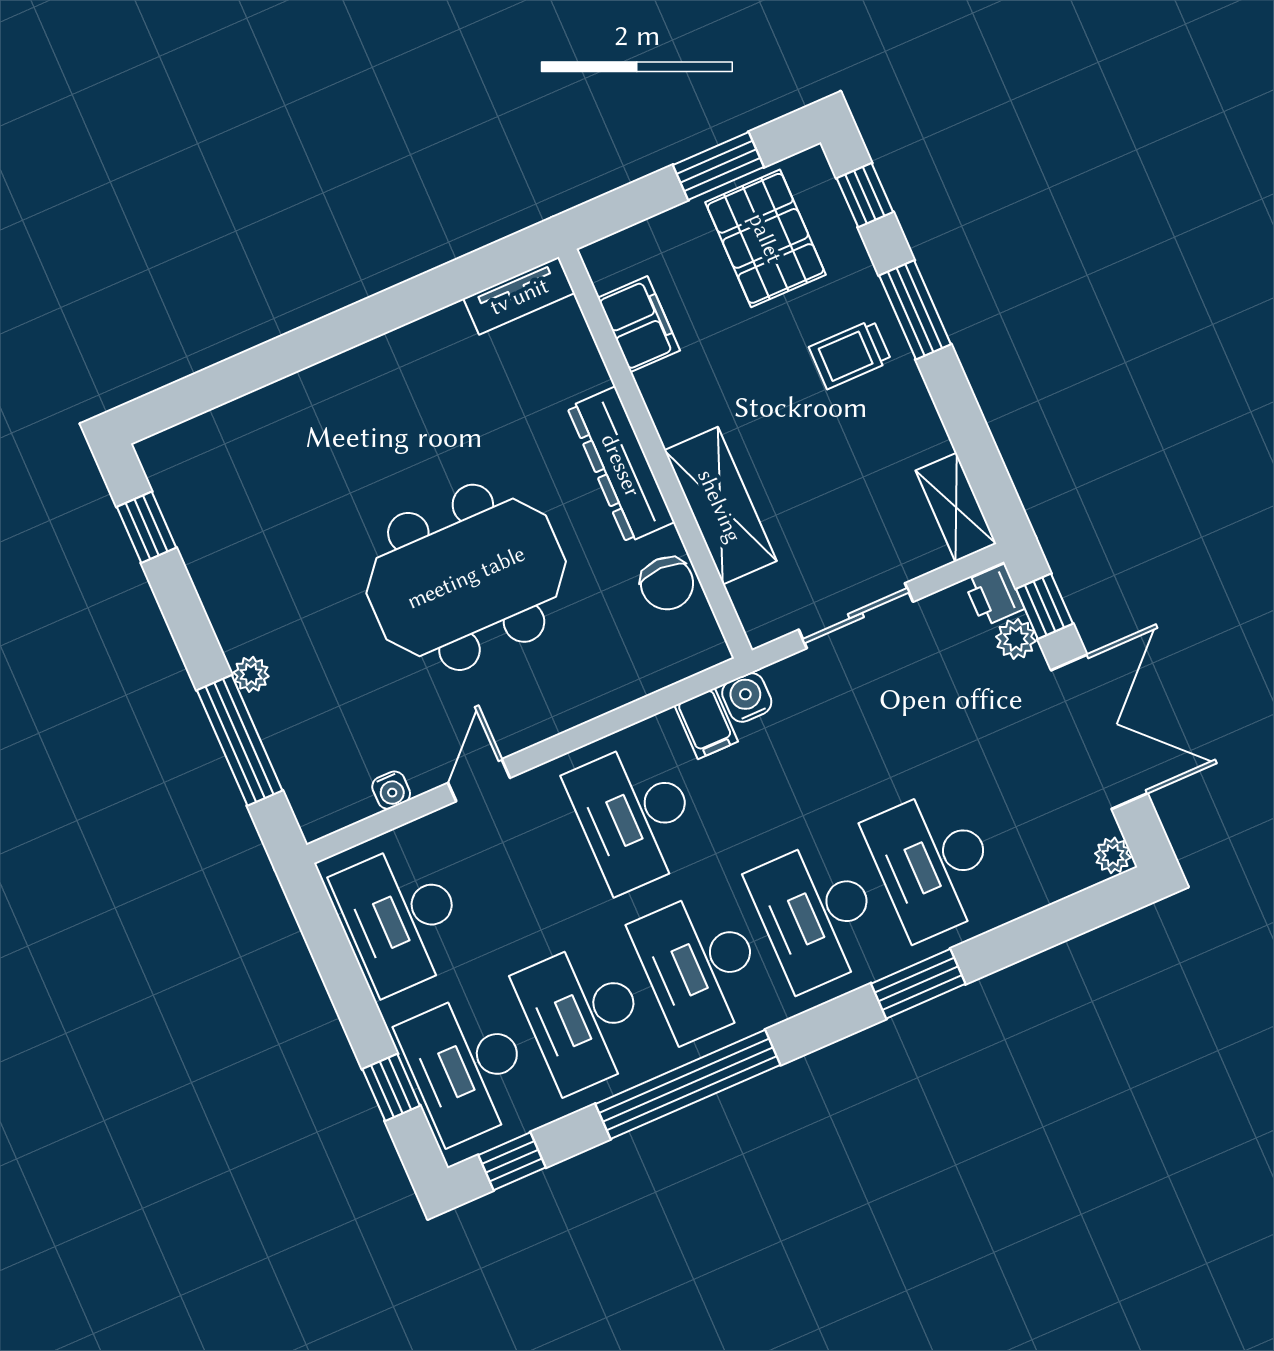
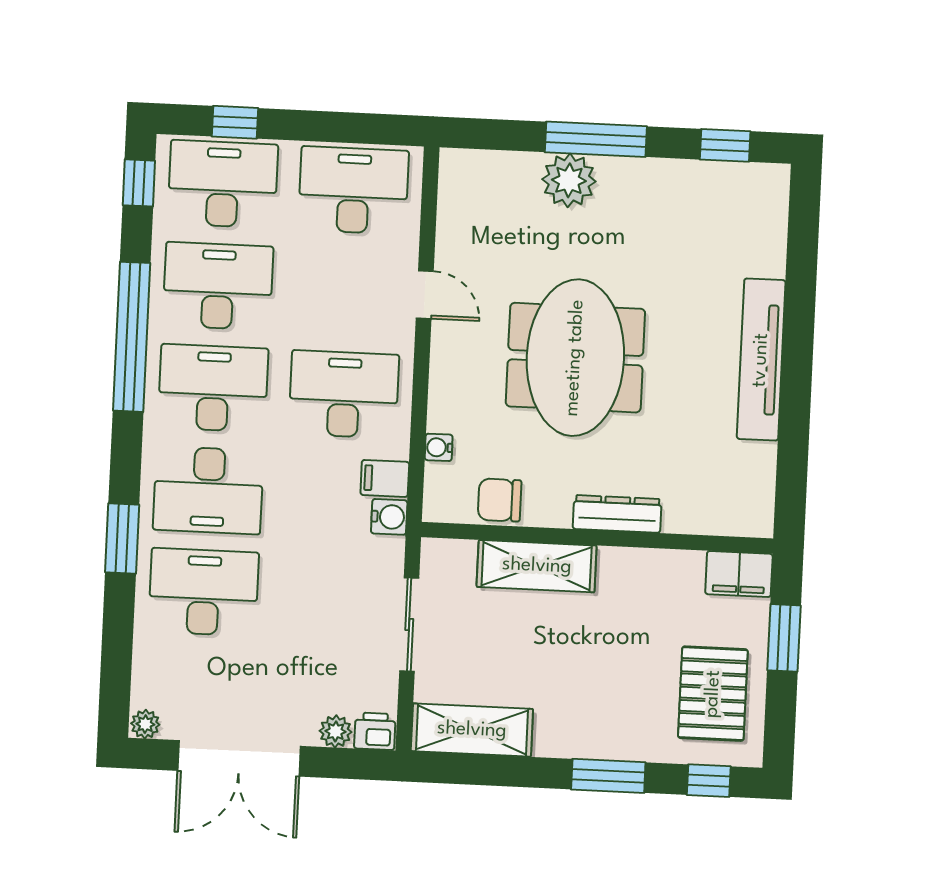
window: (718, 166) -> (784, 638), moved
pallet: (766, 238) -> (713, 694), turned 90
tv unit: (519, 296) -> (761, 360), moved, width x1.92, depth x1.29
filing cabinet: (639, 324) -> (739, 574), moved
trolley: (850, 354) -> (599, 713), removed
dresser: (621, 465) -> (617, 514), width x0.73, depth x0.80
shelving: (956, 507) -> (472, 730), width x1.50, depth x1.33
window: (1044, 606) -> (349, 764), removed
plant: (251, 674) -> (569, 180), width x1.87, depth x1.87
window: (240, 740) -> (596, 139), moved
water cooler: (391, 790) -> (439, 447), moved
desk: (817, 914) -> (208, 490), turned 180

